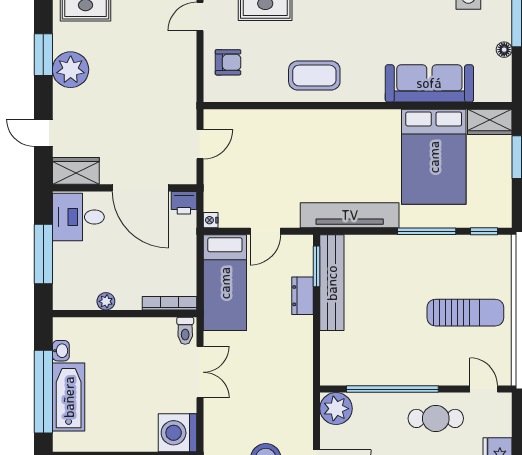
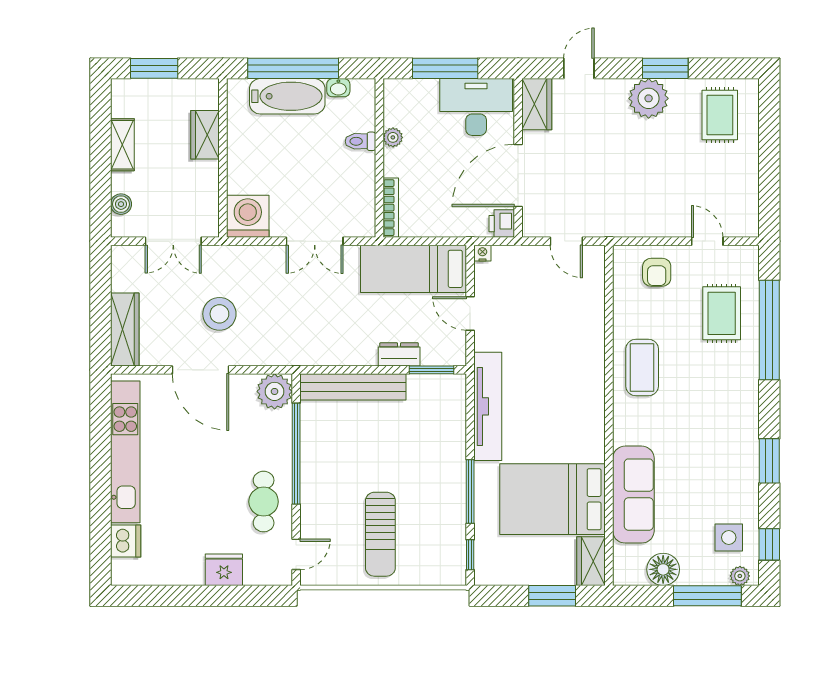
floor lamp: (504, 50) -> (663, 569), width x1.89, depth x1.89
desk: (78, 217) -> (476, 107), width x1.37
bench: (332, 283) -> (353, 387), moved
toilet: (185, 331) -> (360, 141), moved

